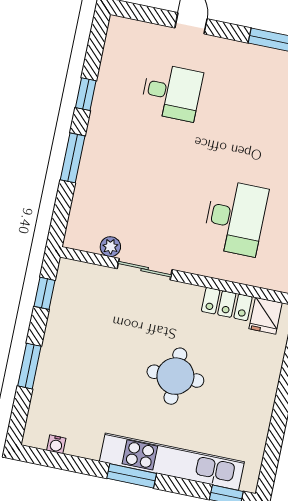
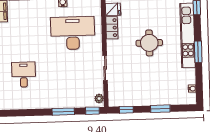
window: (86, 94) -> (92, 111), moved
desk: (235, 218) -> (73, 33), width x1.36, depth x1.30
plant: (110, 247) -> (99, 98), moved

